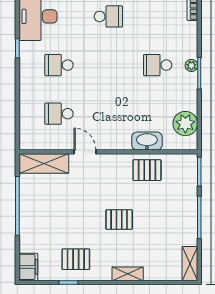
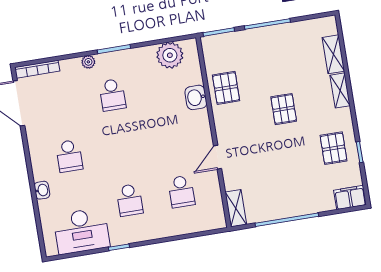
school desk: (108, 16) -> (69, 156), turned 180
plant: (191, 65) -> (88, 62), moved
washbasin: (147, 141) -> (196, 97), width x0.72
shelving: (44, 163) -> (236, 208), width x0.67, depth x0.75
shelving: (190, 264) -> (333, 54), moved, turned 90

